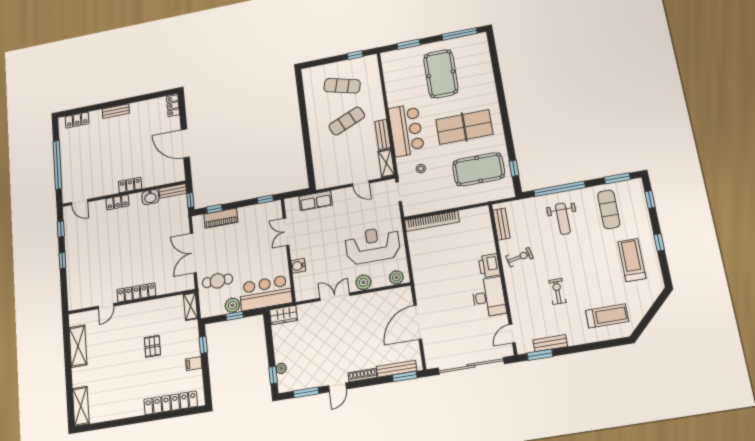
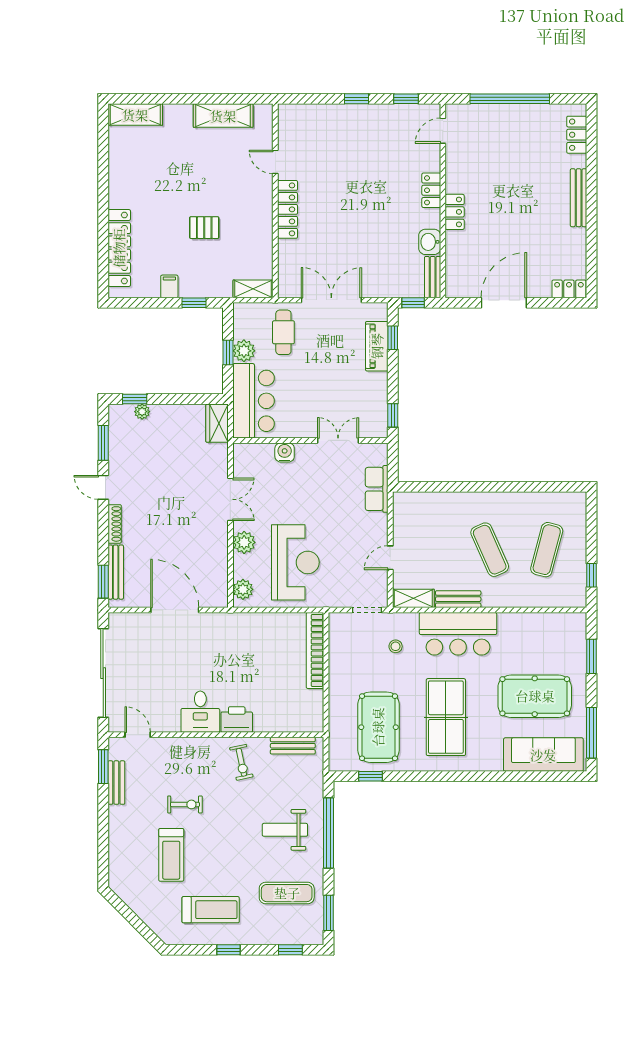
sofa: (479, 61) -> (543, 755), added
bench: (116, 111) -> (579, 198), width x1.36
desk: (489, 297) -> (200, 712), width x0.73
treadmill: (607, 316) -> (171, 855), moved

